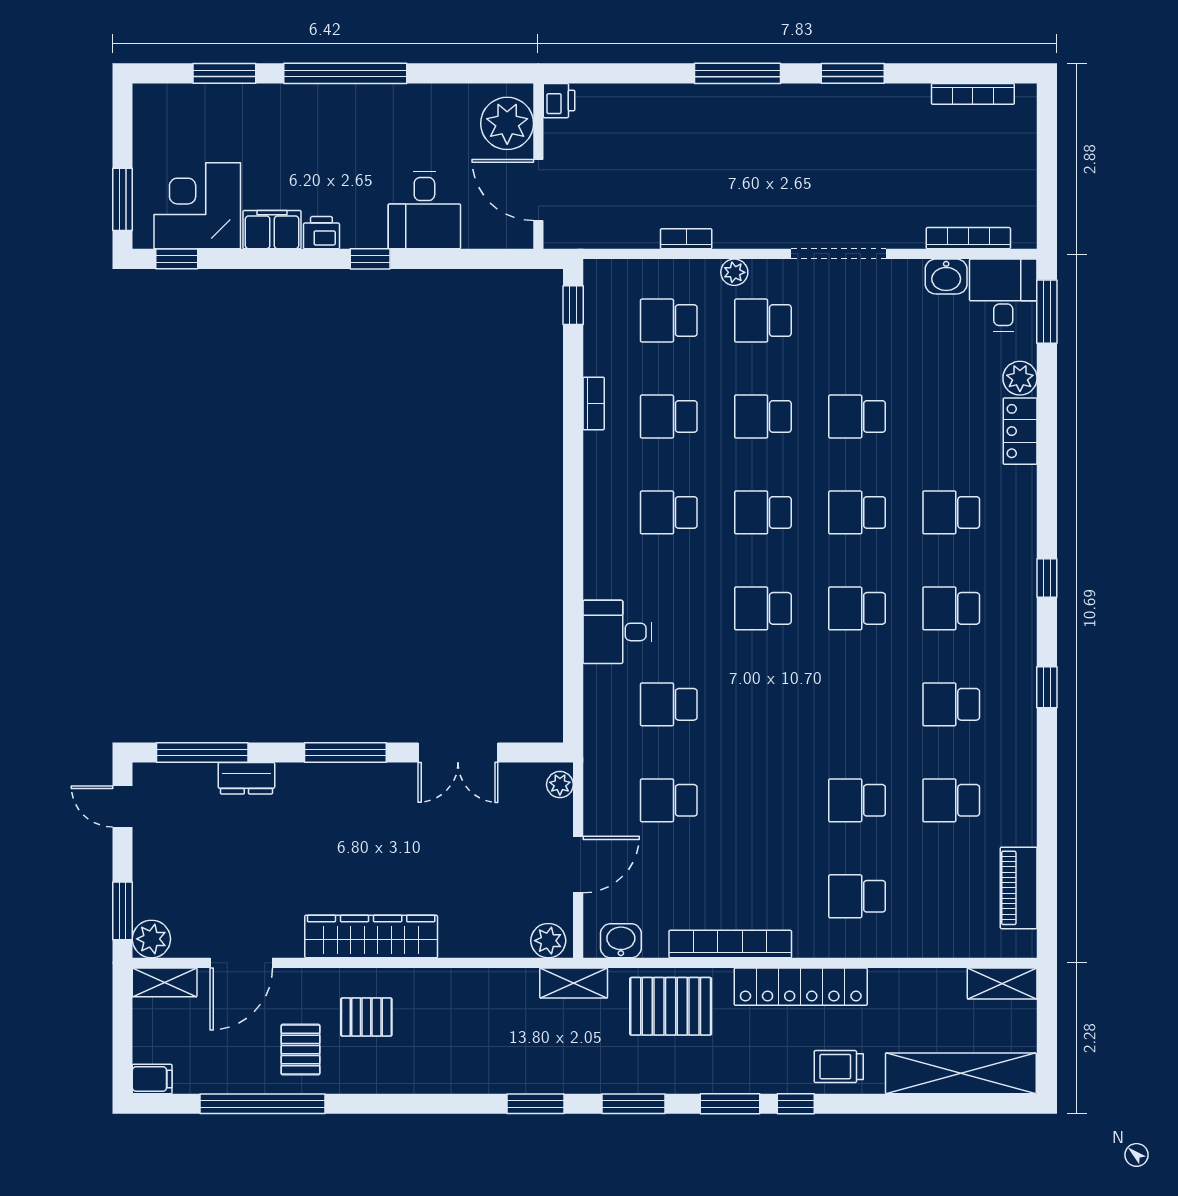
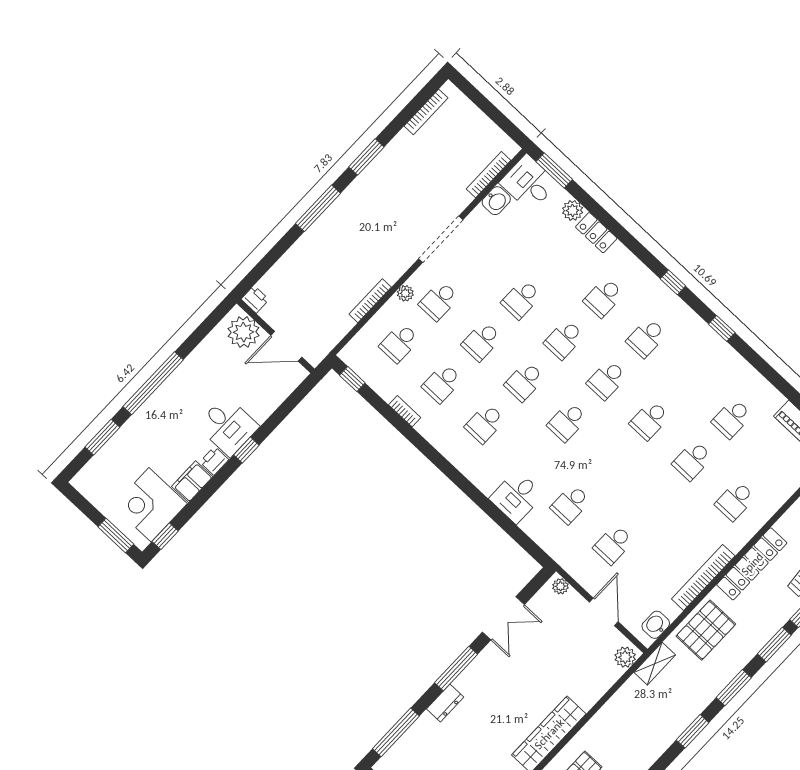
desk: (424, 210) -> (228, 426), moved
bookcase: (686, 239) -> (370, 301), width x1.56
school desk: (951, 704) -> (650, 420), moved
dresser: (246, 778) -> (445, 703), moved

